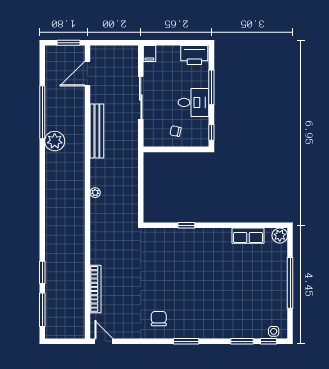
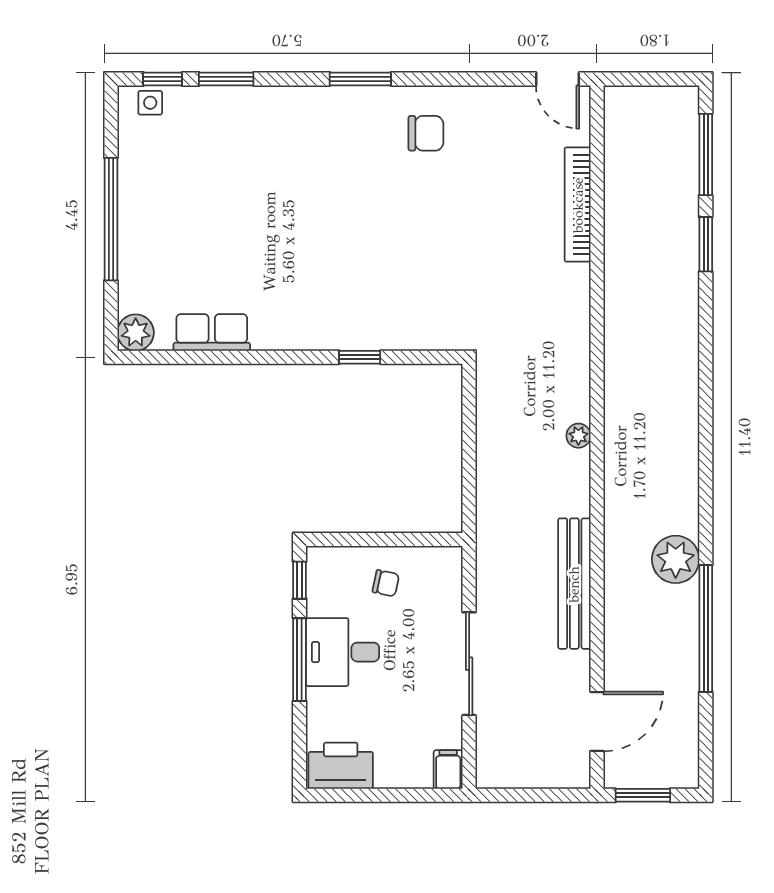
window: (211, 87) -> (300, 660), moved
chair: (159, 319) -> (426, 133), turned -90

